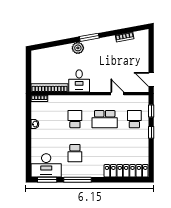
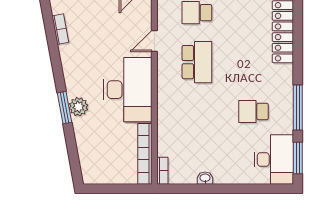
window: (89, 37) -> (64, 108), moved
desk: (79, 81) -> (128, 90), width x1.87, depth x1.30
school desk: (75, 119) -> (197, 112), removed
school desk: (75, 153) -> (253, 112), turned 180

